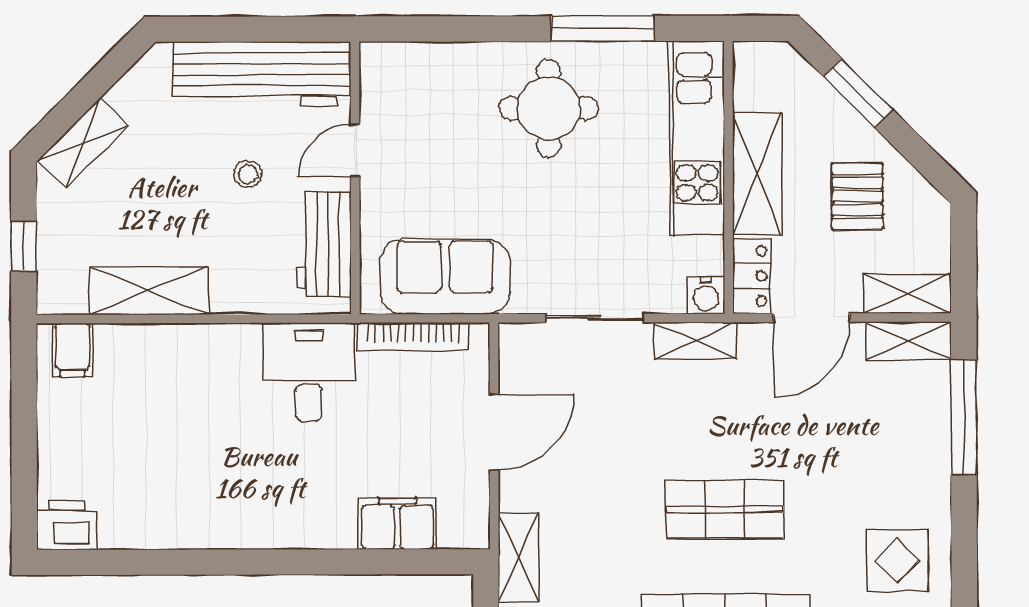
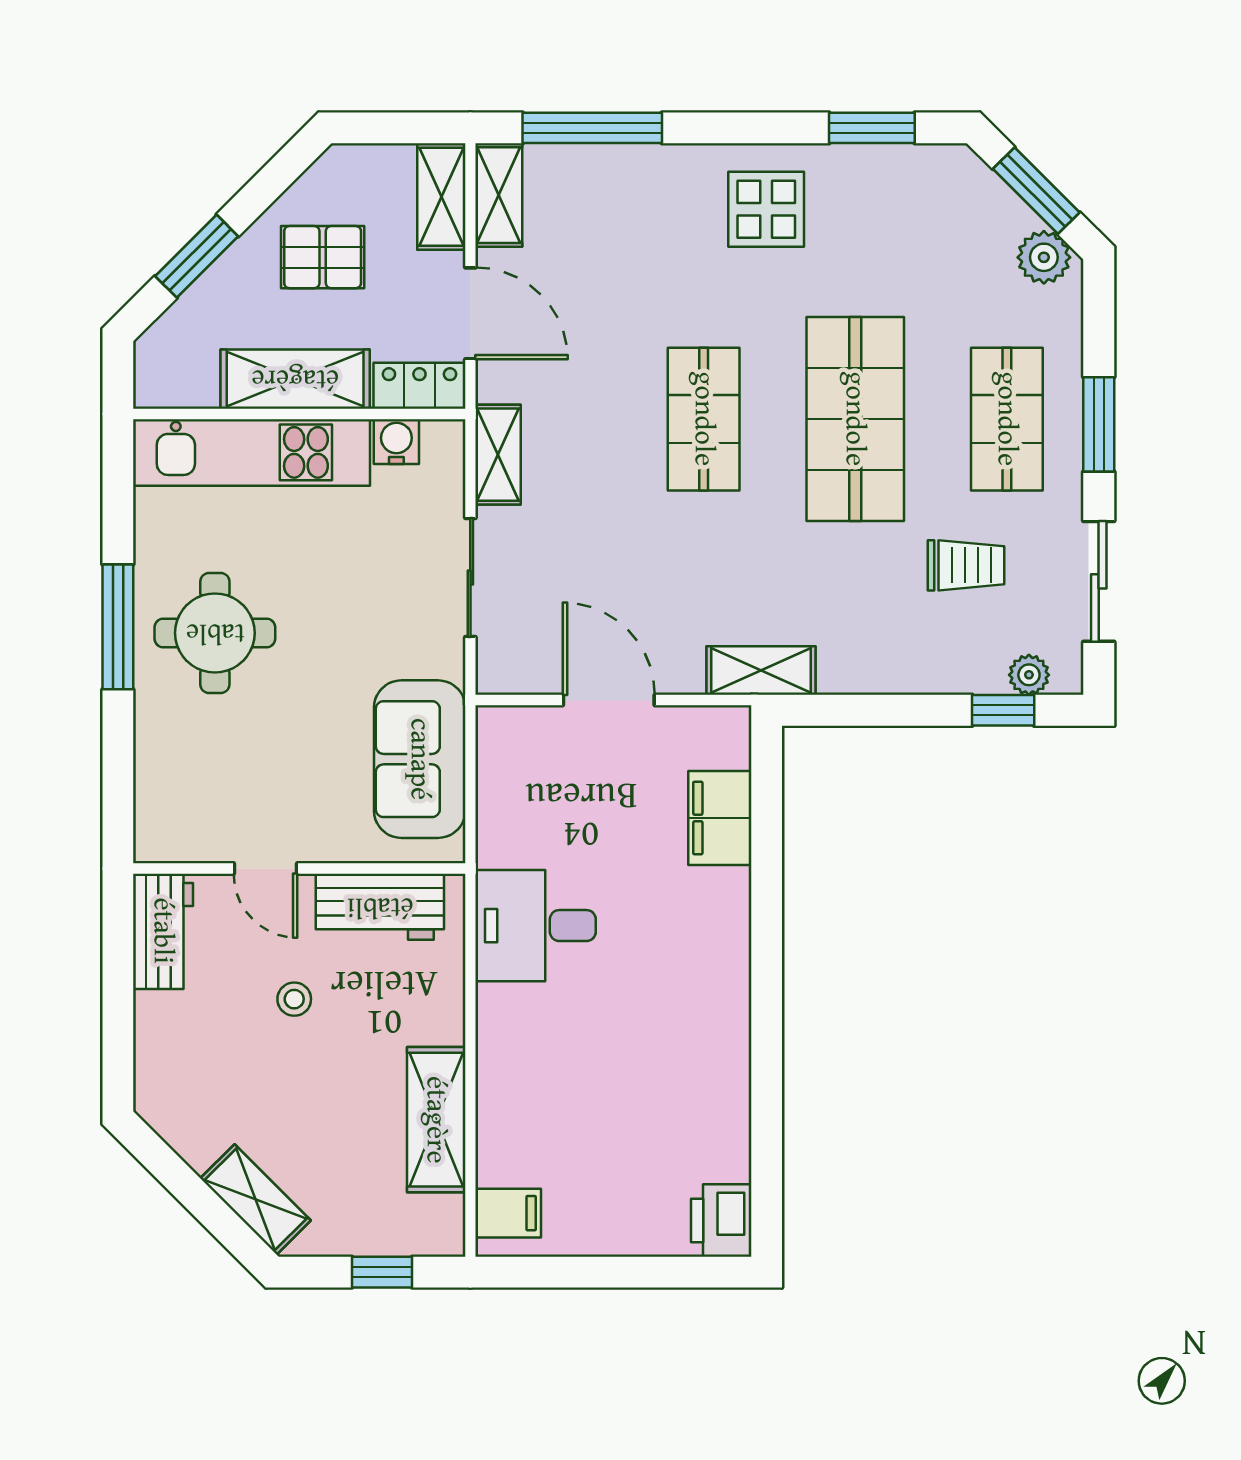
window: (603, 29) -> (118, 627), moved
workbench: (262, 74) -> (163, 931), width x0.53, depth x0.76
water cooler: (706, 295) -> (396, 442), moved, turned -90
bookcase: (413, 337) -> (493, 798), removed

